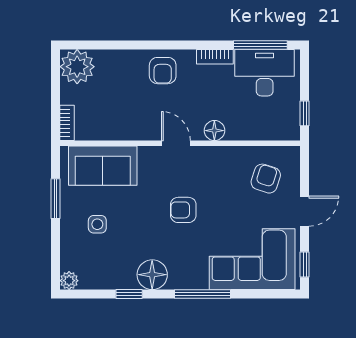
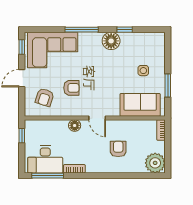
armchair: (163, 71) -> (118, 149), moved
armchair: (183, 210) -> (71, 88), moved
plant: (69, 281) -> (160, 38), removed

